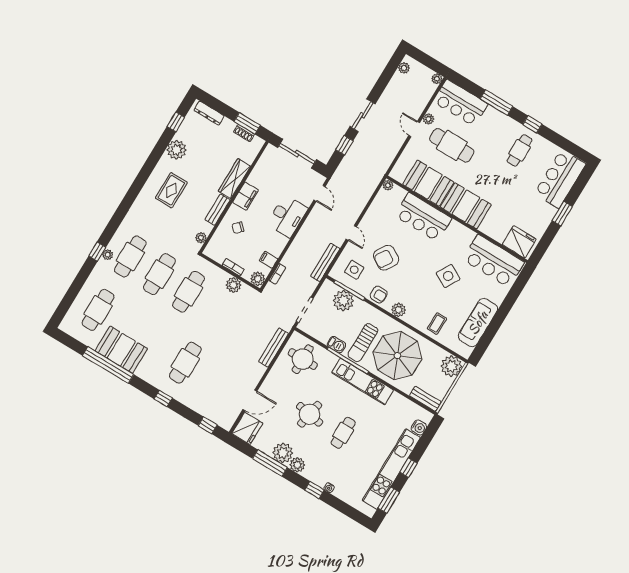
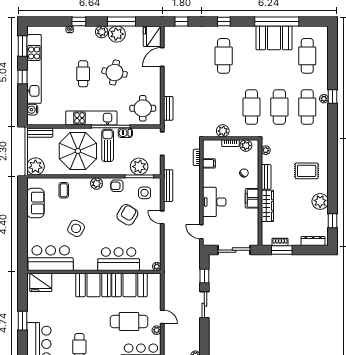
rug: (171, 190) -> (307, 171), turned 90
plant: (258, 279) -> (246, 146), moved
sofa: (478, 323) -> (35, 203), width x0.73
bench: (273, 348) -> (168, 108), width x0.73

